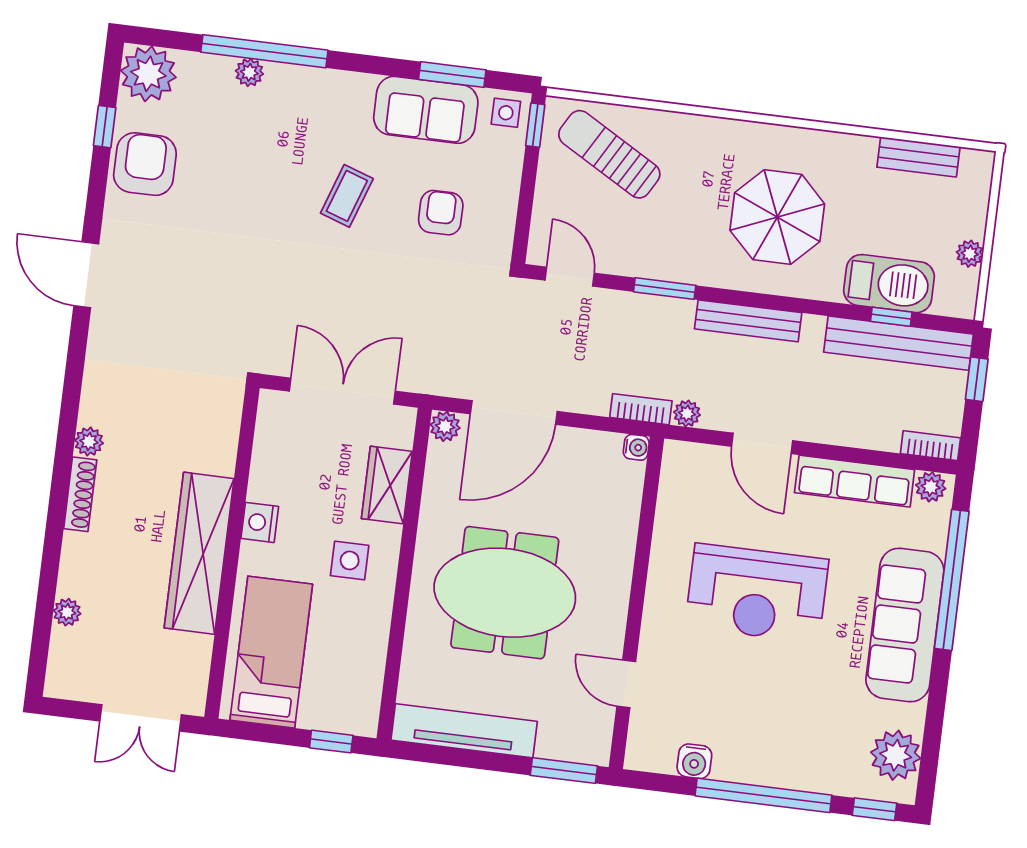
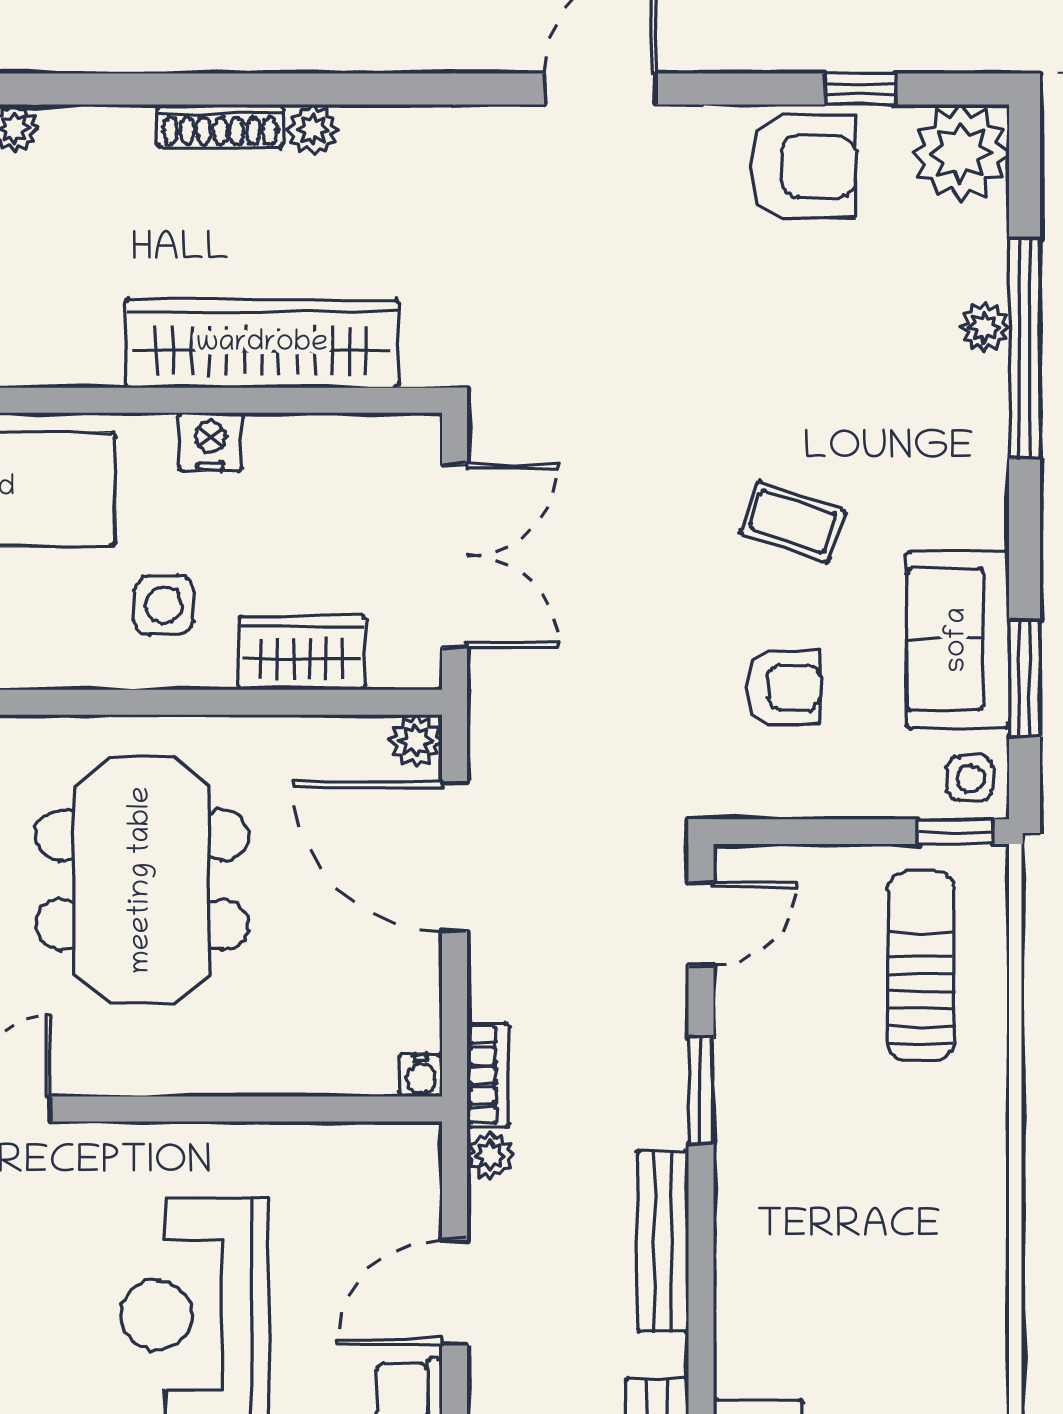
sun lounger: (609, 154) -> (921, 966), turned -30
parasol: (777, 217) -> (849, 1269), removed
wardrobe: (199, 553) -> (262, 344), moved

